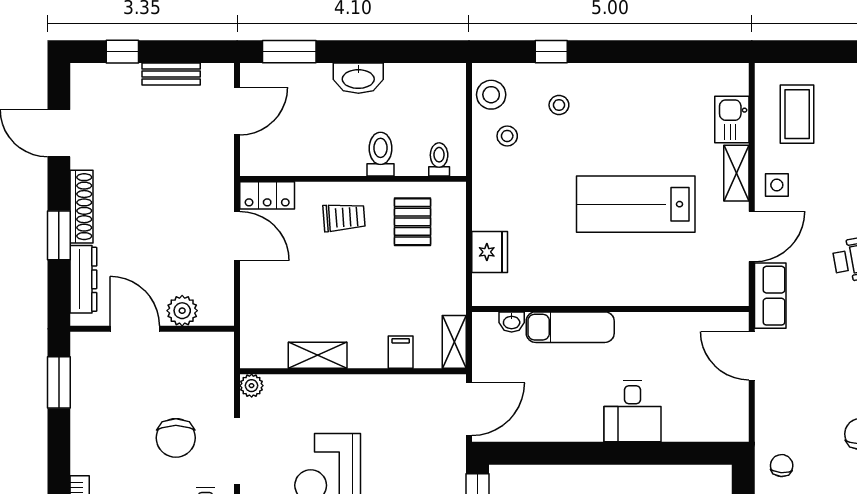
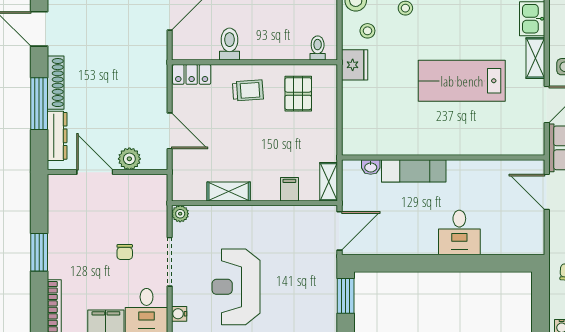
toilet: (381, 154) -> (230, 44), moved
window: (59, 235) -> (39, 104), width x1.44
door: (237, 236) -> (170, 131), moved
fridge: (490, 252) -> (355, 65), moved
window: (59, 382) -> (39, 252), moved
chair: (176, 438) -> (125, 252), width x0.54, depth x0.54

